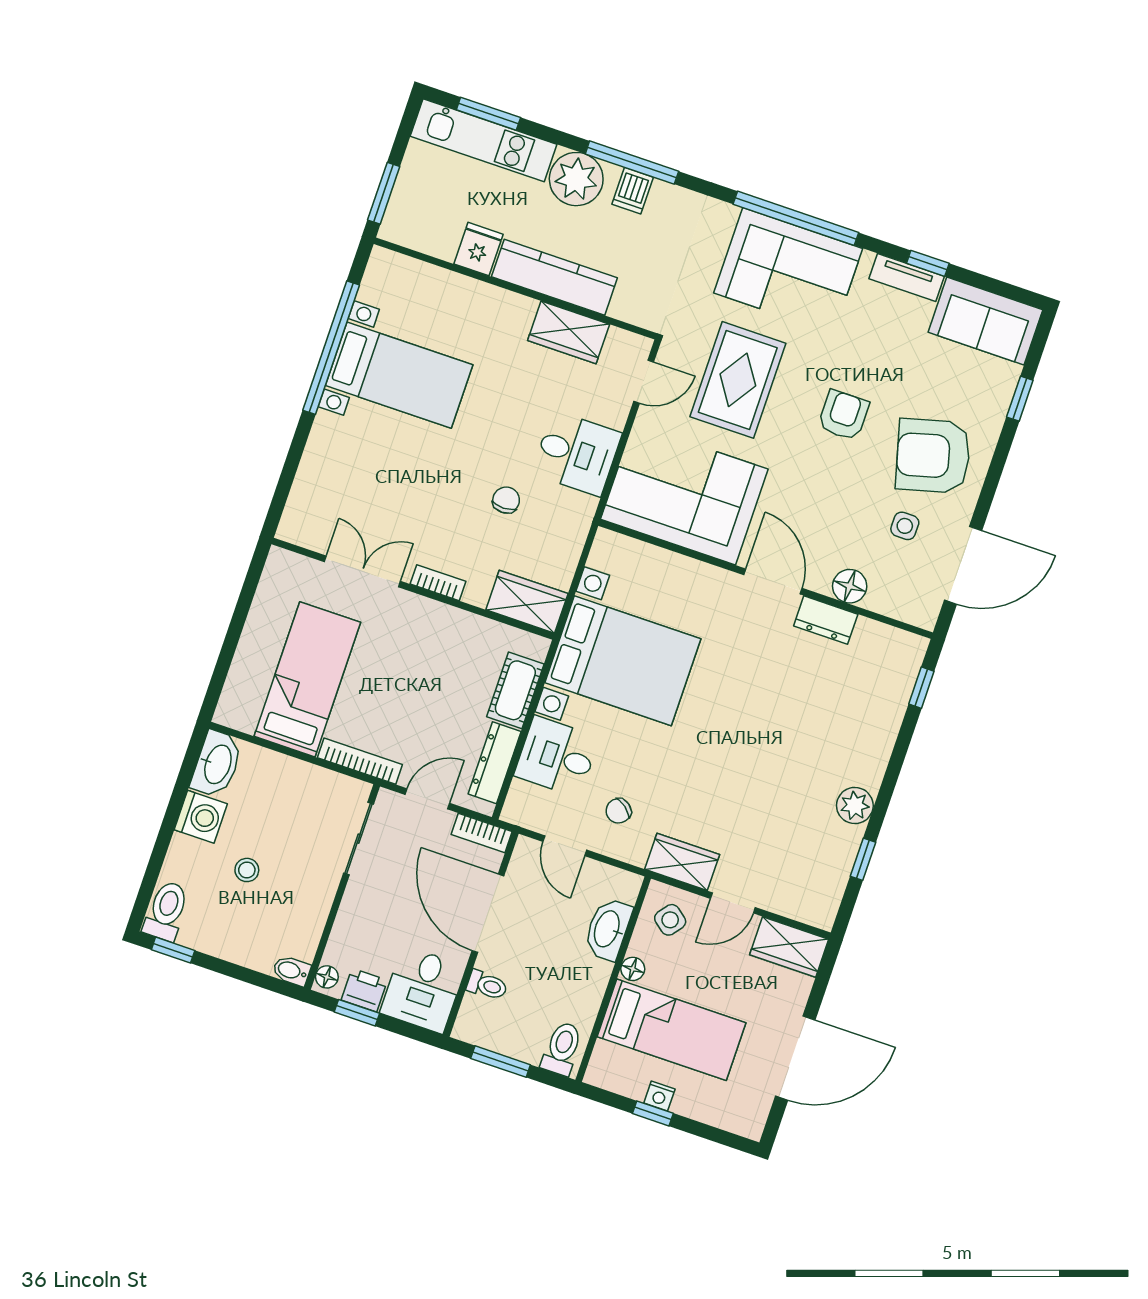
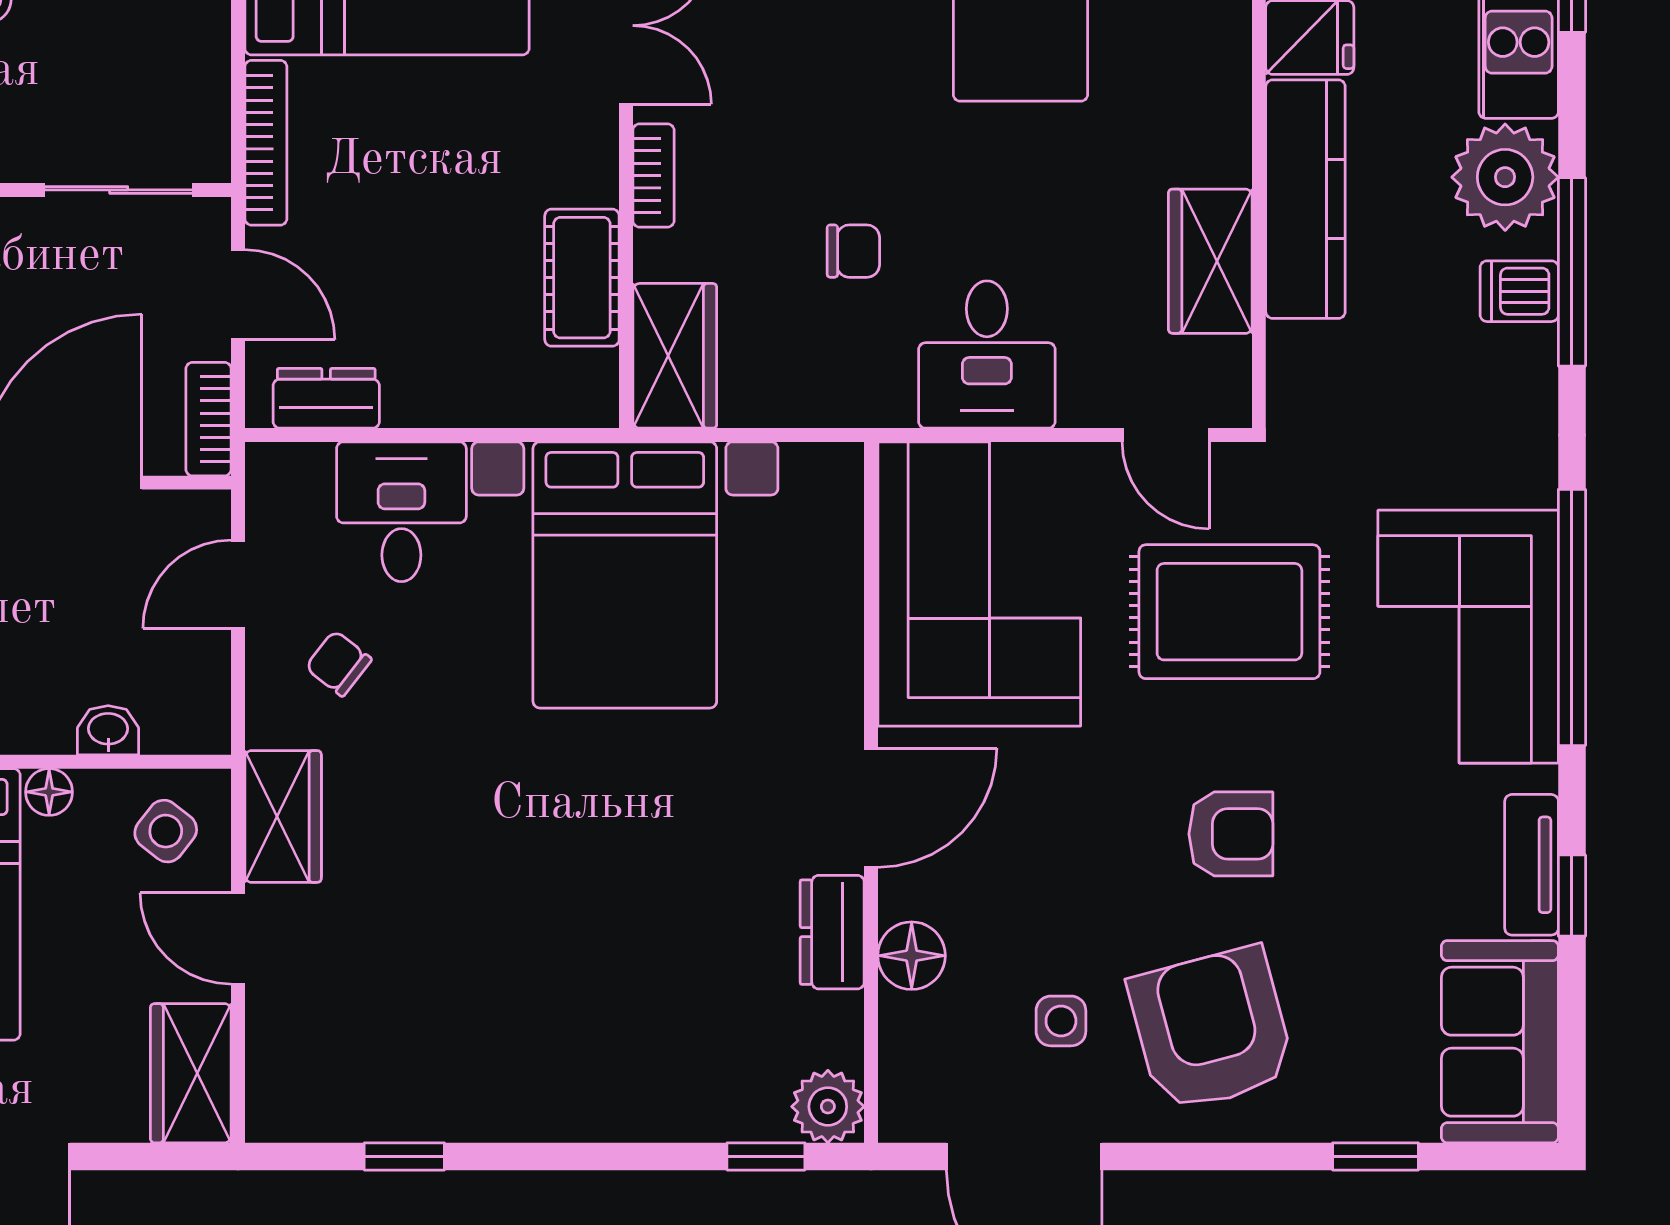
cot: (515, 690) -> (582, 278), moved, turned 90
dresser: (495, 763) -> (326, 398), width x0.70
plant: (855, 806) -> (828, 1107), moved
washbasin: (608, 929) -> (108, 730), width x0.52, depth x0.69

